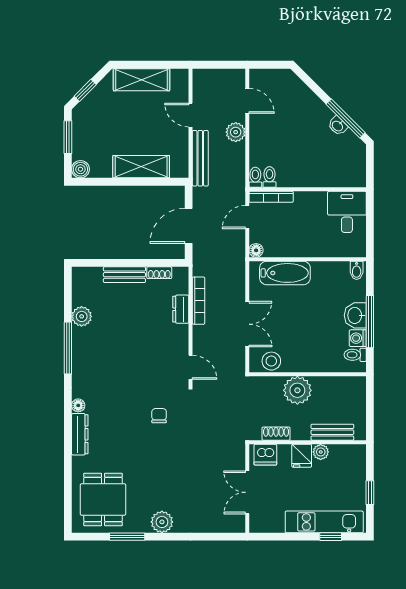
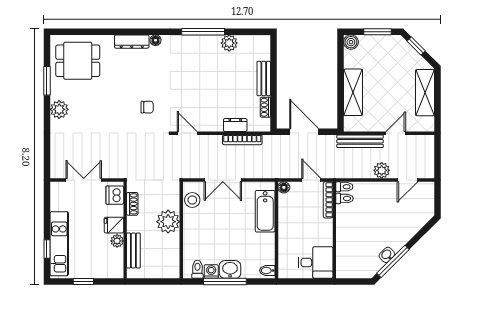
door: (191, 367) -> (187, 133), swing flipped

